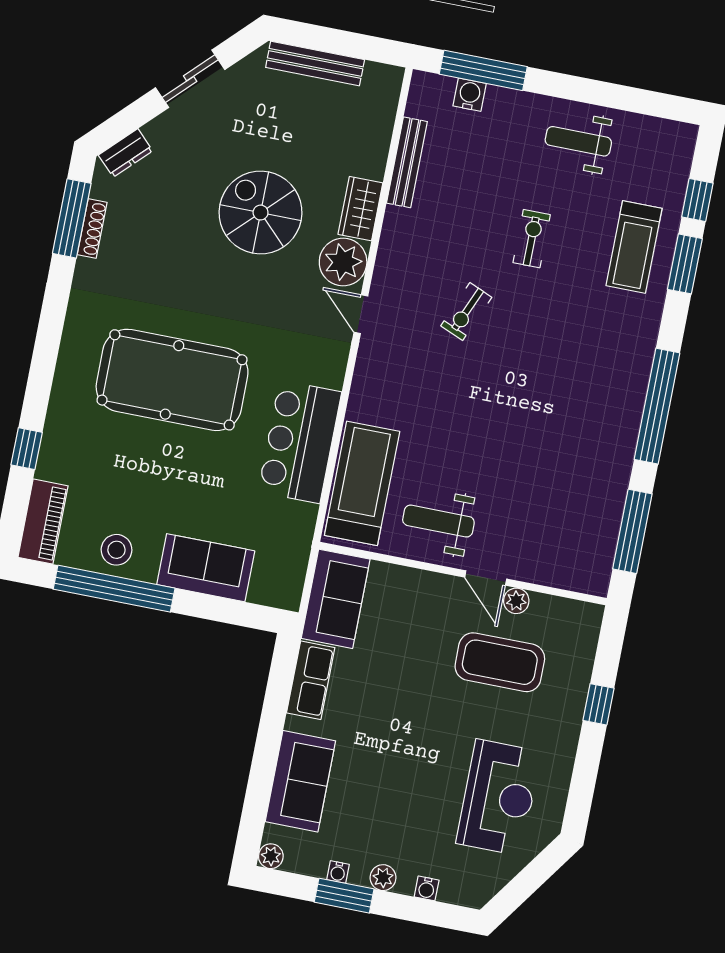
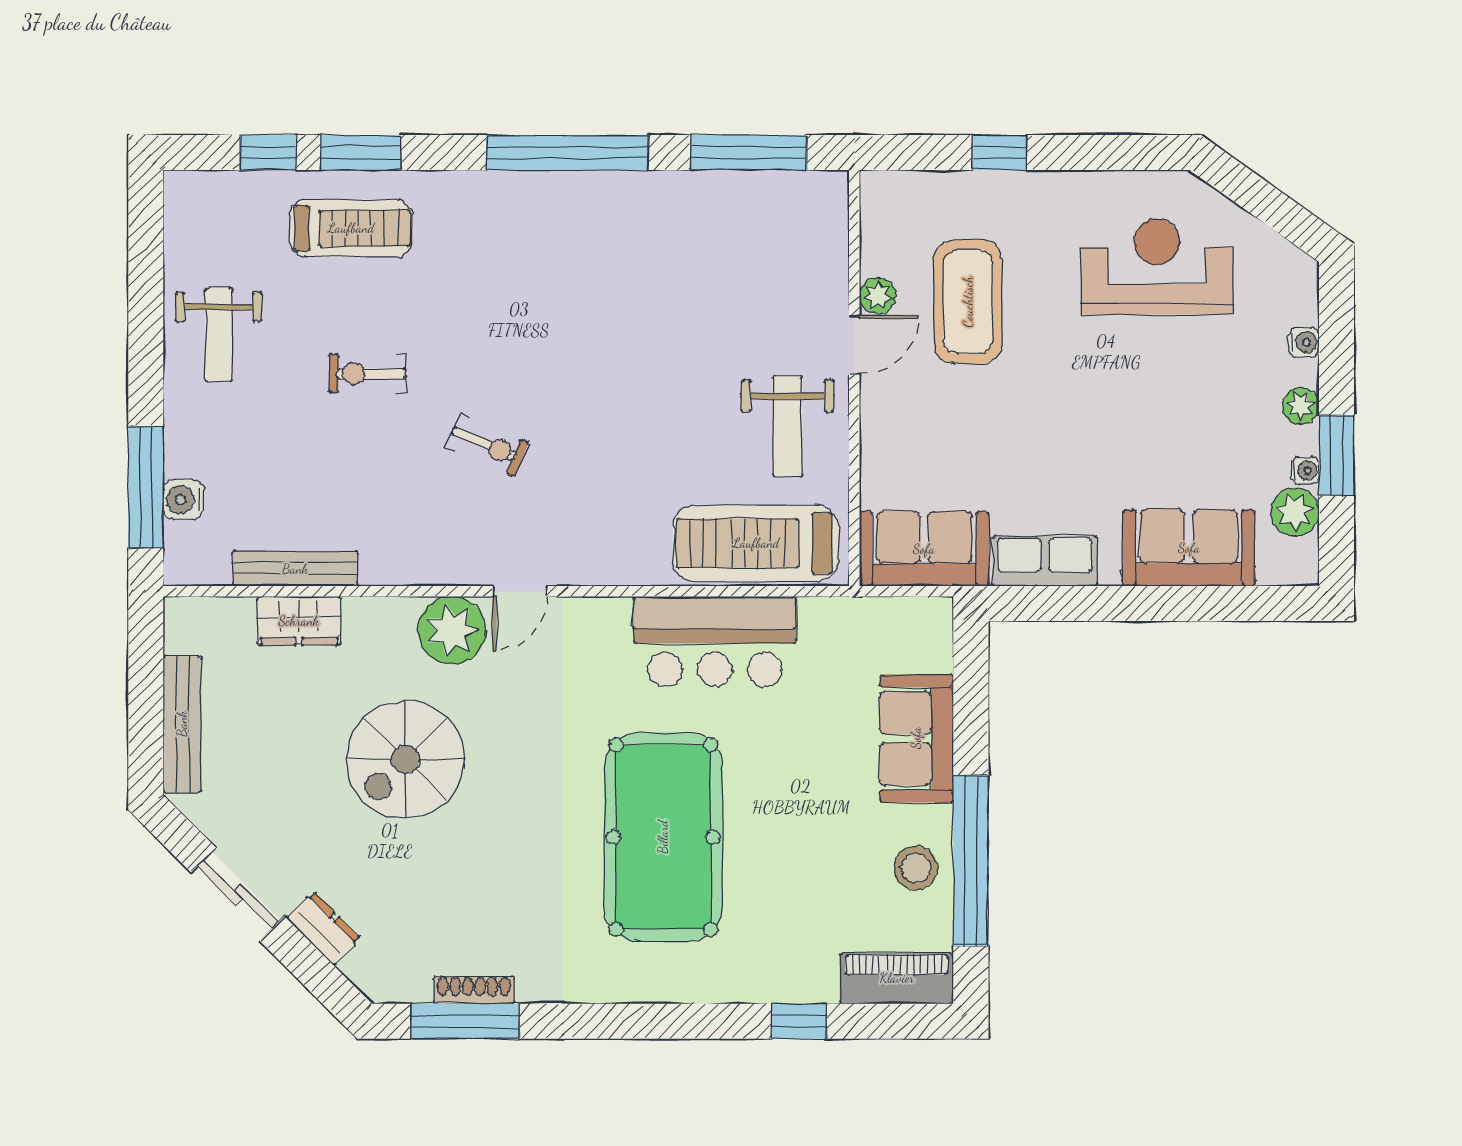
dresser: (126, 153) -> (324, 928), moved
wardrobe: (360, 209) -> (299, 621), moved
plant: (271, 856) -> (1295, 512), moved, width x1.38, depth x1.38

